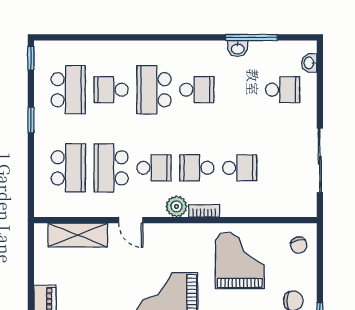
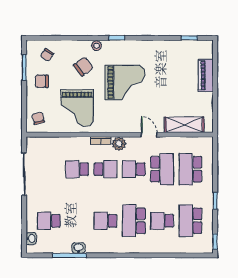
school desk: (111, 90) -> (162, 221), turned 180
school desk: (154, 90) -> (134, 221), turned 180

